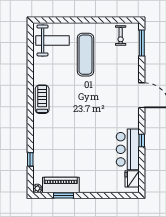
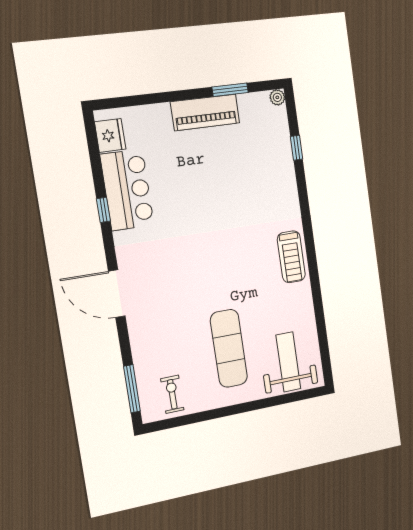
weight bench: (53, 40) -> (288, 362), turned 90
piano: (61, 185) -> (205, 112), moved

